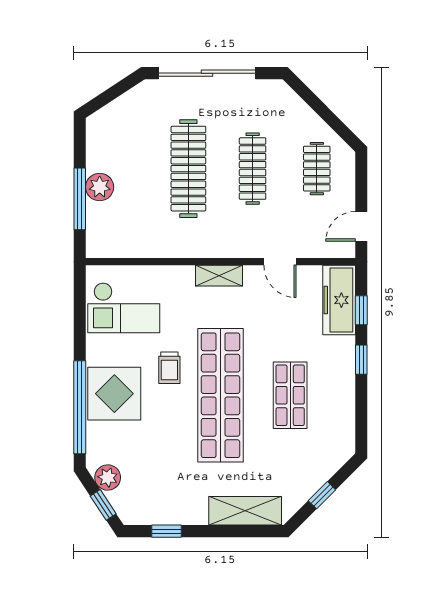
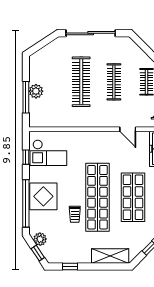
shelving: (219, 276) -> (97, 136), removed
window: (80, 316) -> (26, 157), added
trolley: (169, 368) -> (75, 214), moved
shop shelf: (290, 395) -> (133, 197), width x1.43, depth x1.36

